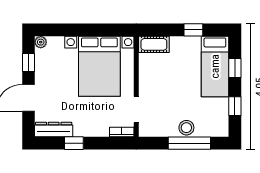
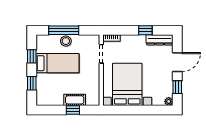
window: (193, 30) -> (73, 110), moved
cot: (154, 44) -> (75, 100), moved
bed: (215, 66) -> (58, 63), moved, turned 90

